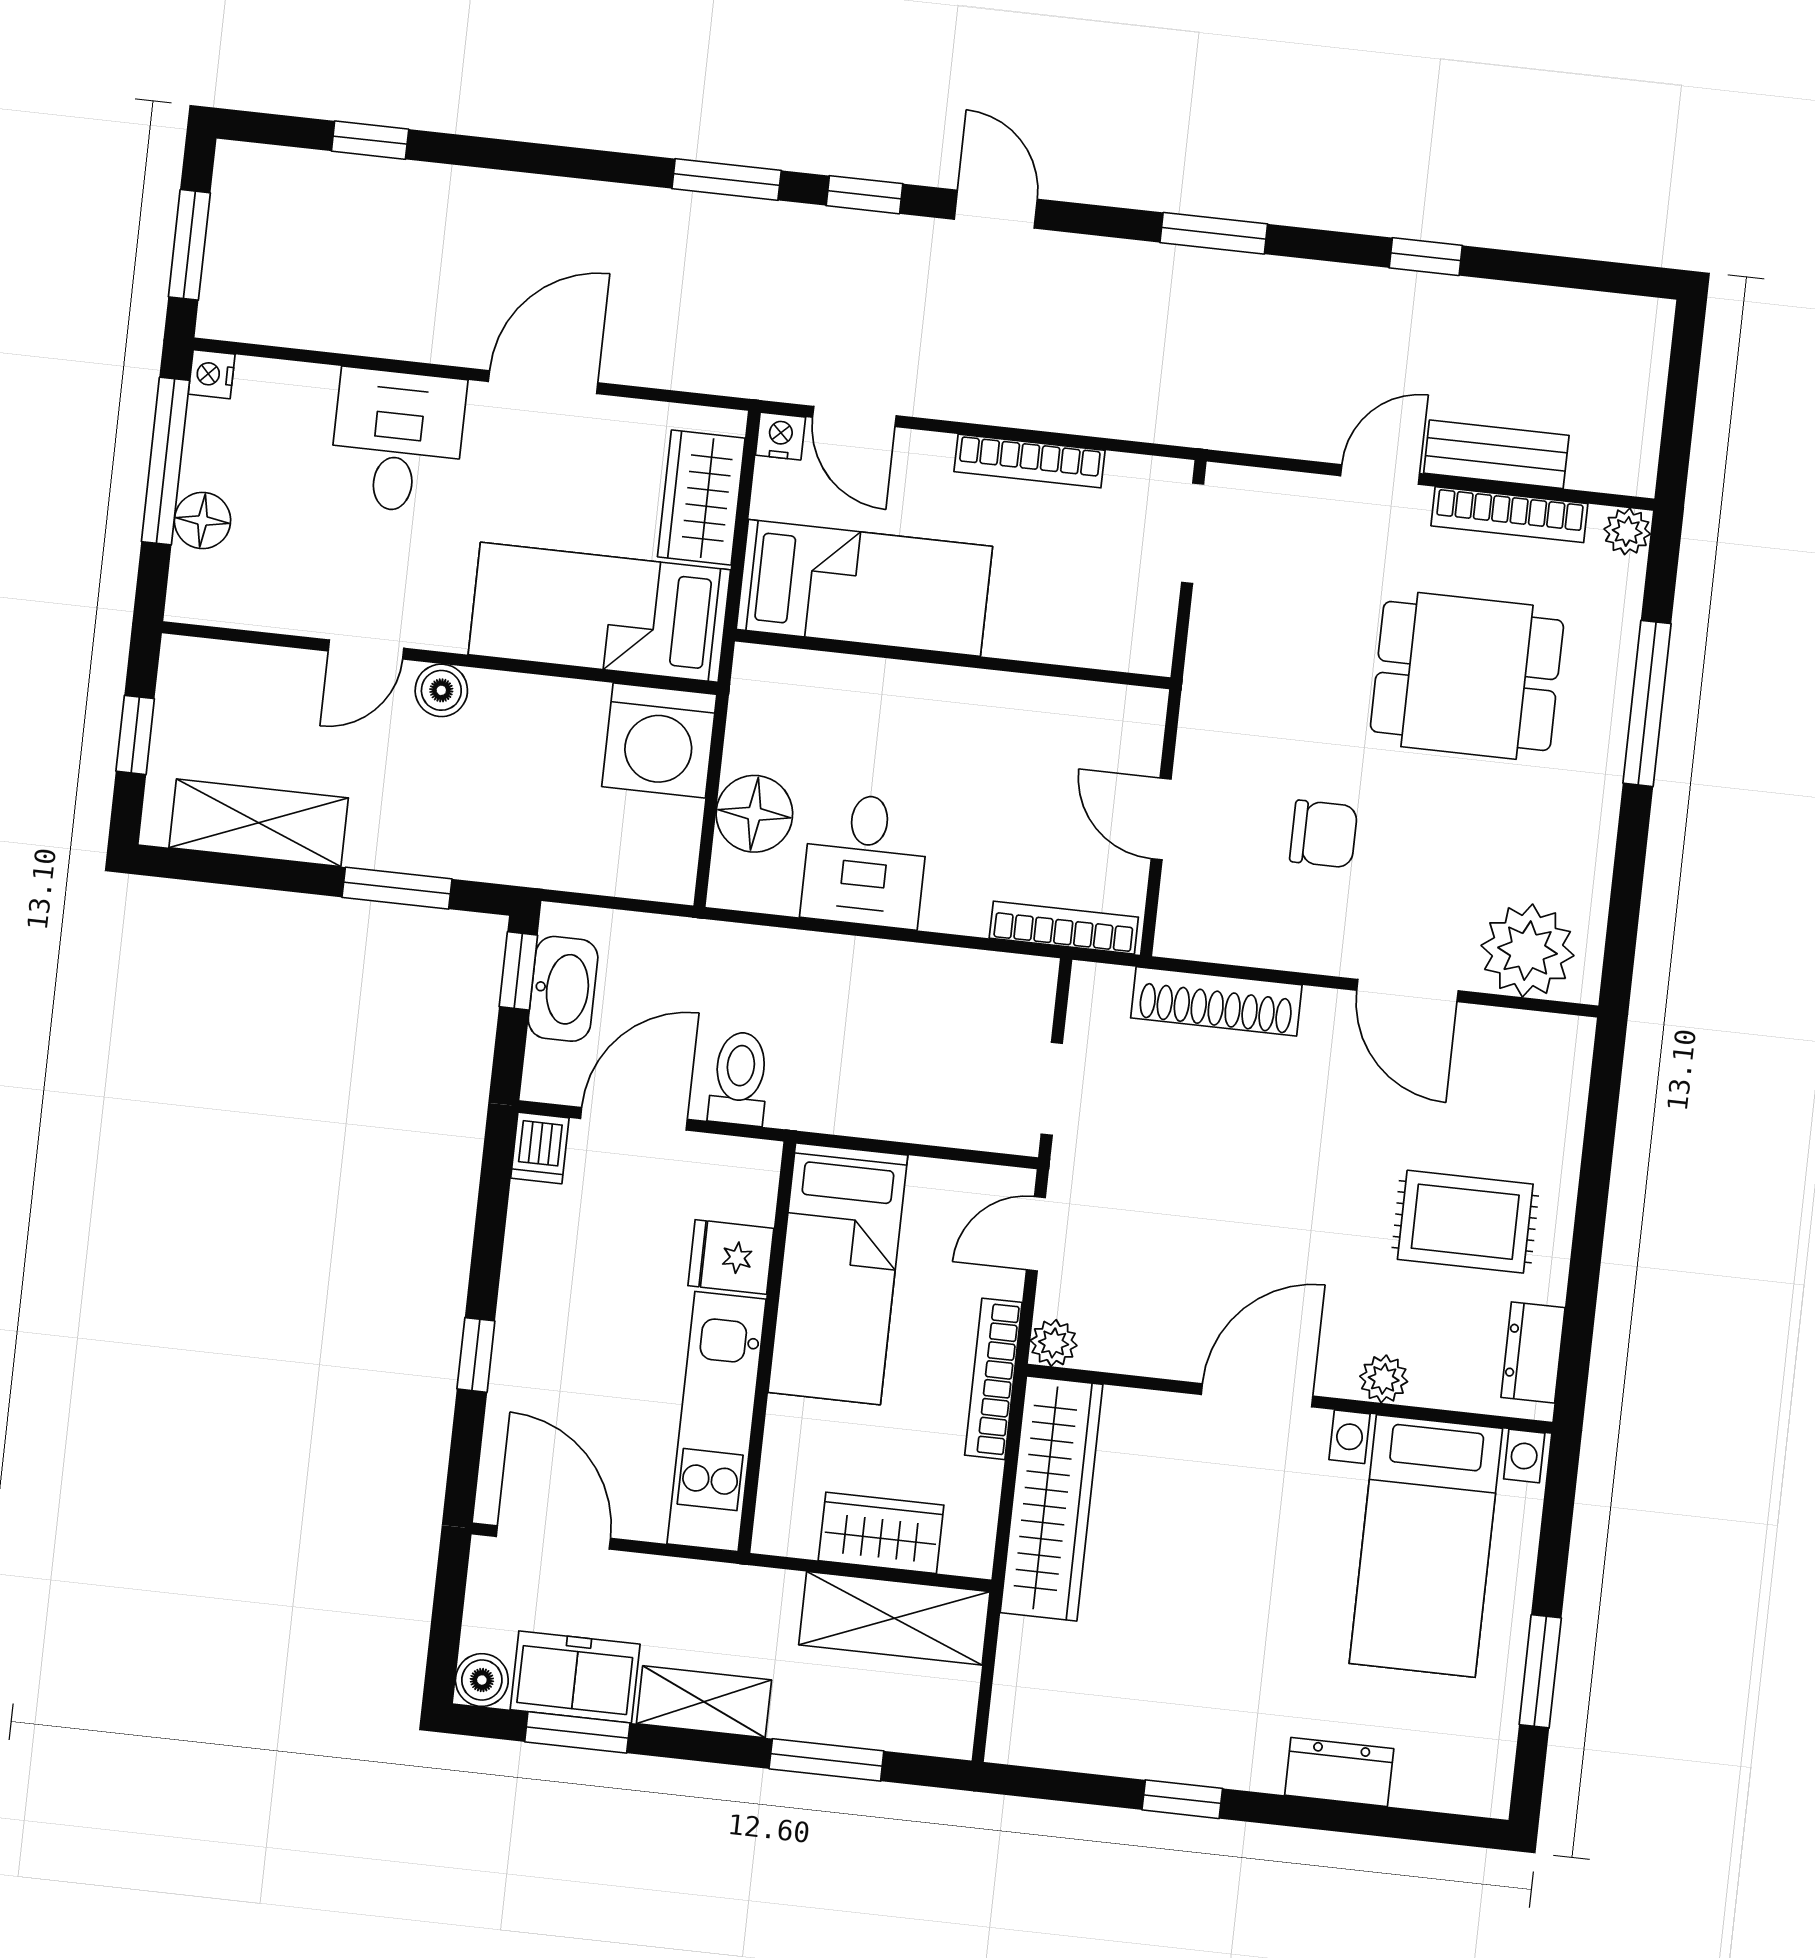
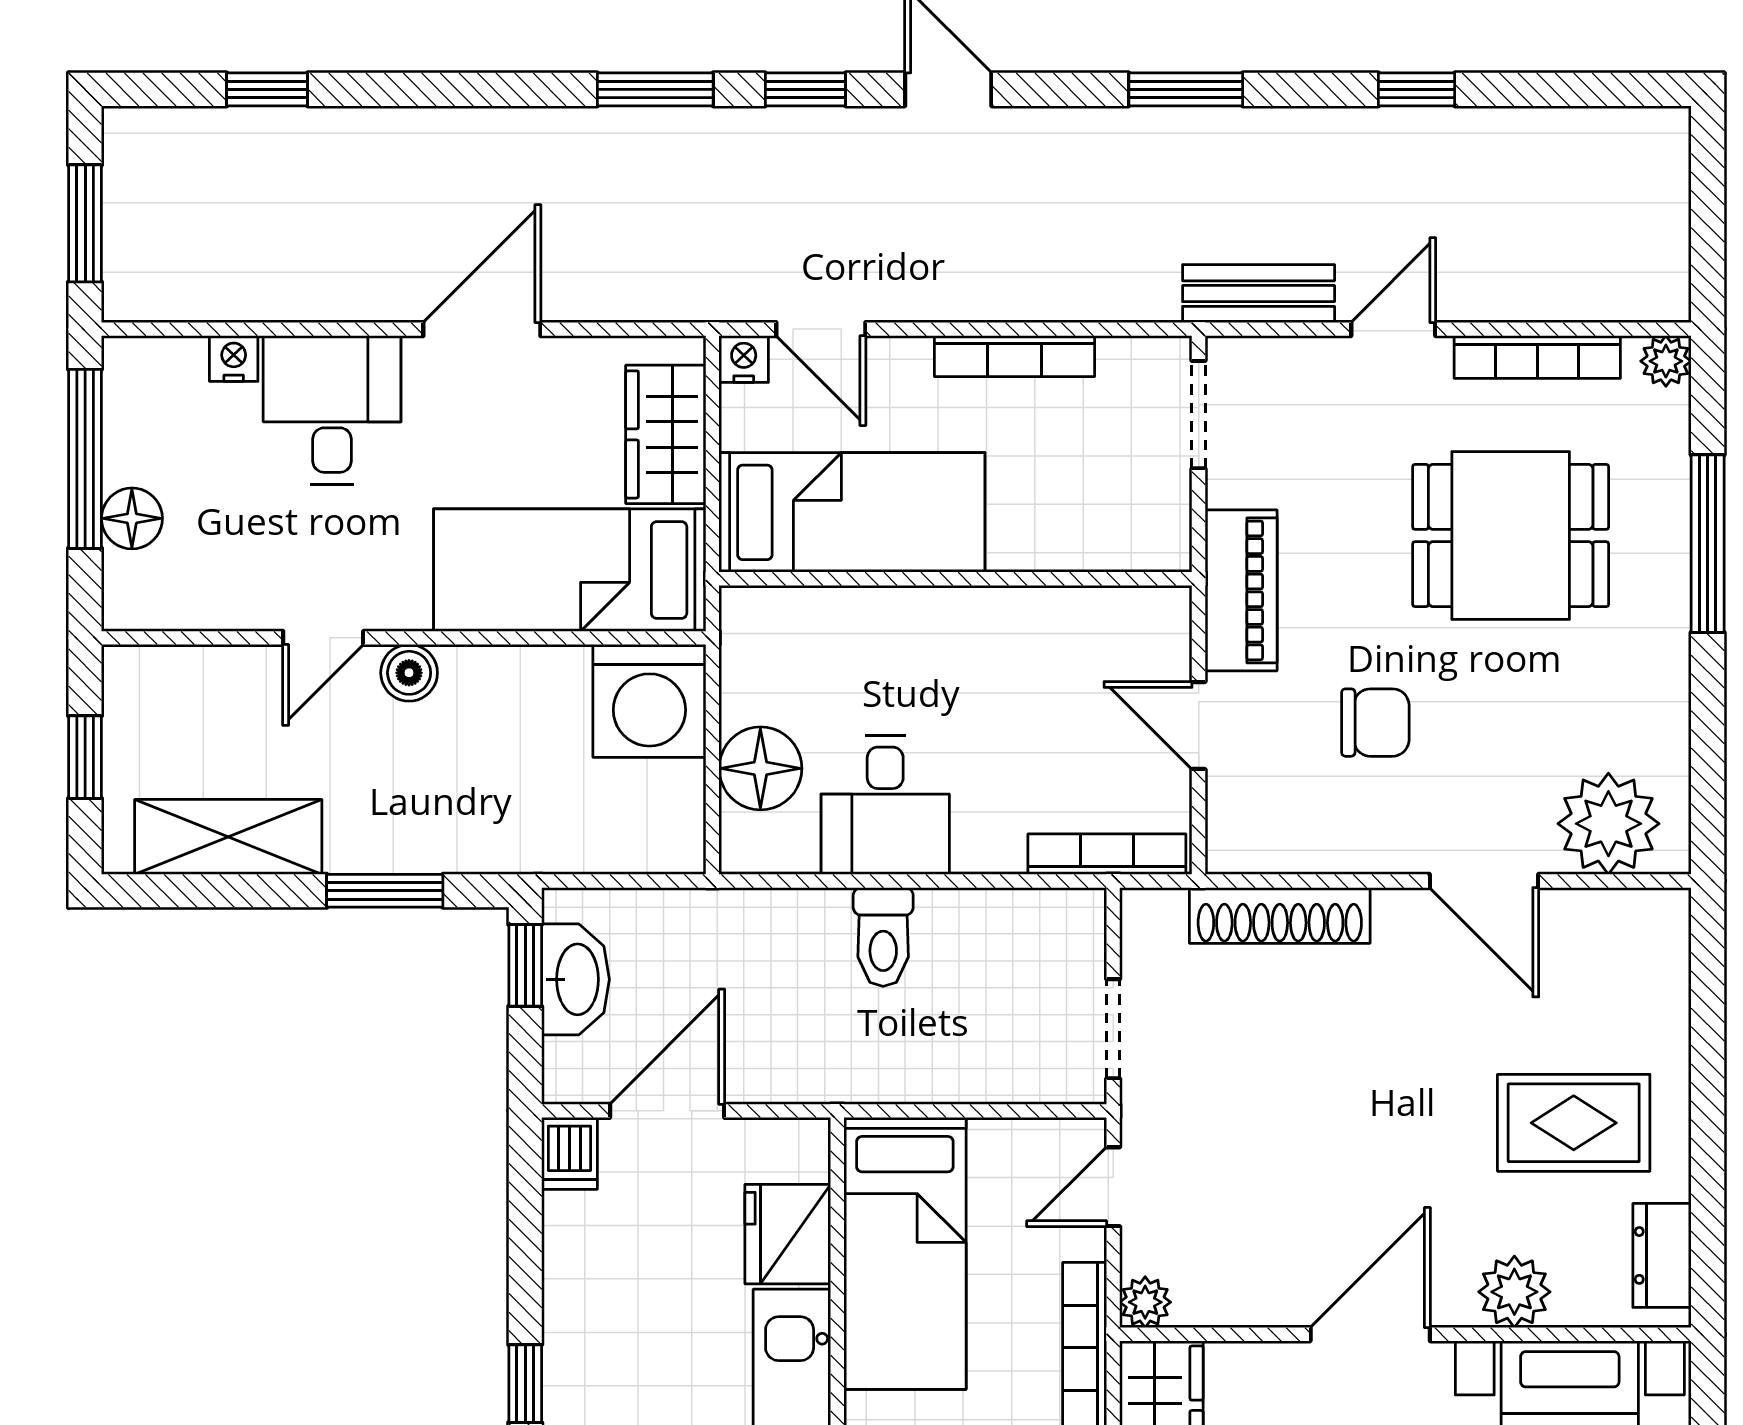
nightstand: (212, 374) -> (234, 359), moved, turned 90
bench: (1496, 454) -> (1259, 294), moved
piano: (1214, 699) -> (1241, 590), added
toilet: (739, 1078) -> (883, 937), moved, turned 180
fridge: (731, 1257) -> (788, 1234), width x1.38
plant: (1384, 1379) -> (1514, 1292), width x1.38, depth x1.38

